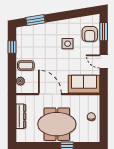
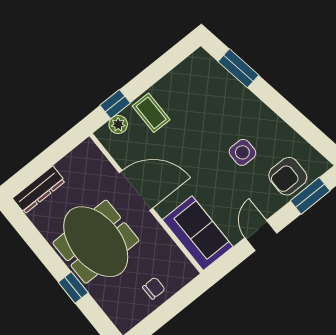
window: (12, 47) -> (115, 104), moved
door: (50, 94) -> (136, 190), hinge flipped
dresser: (21, 116) -> (39, 190), moved

